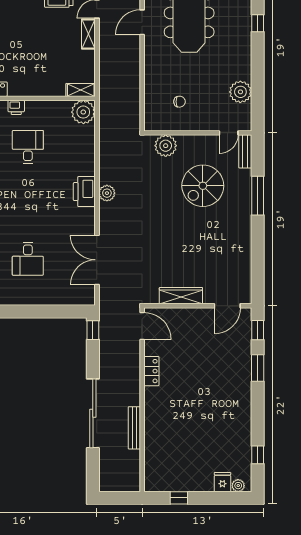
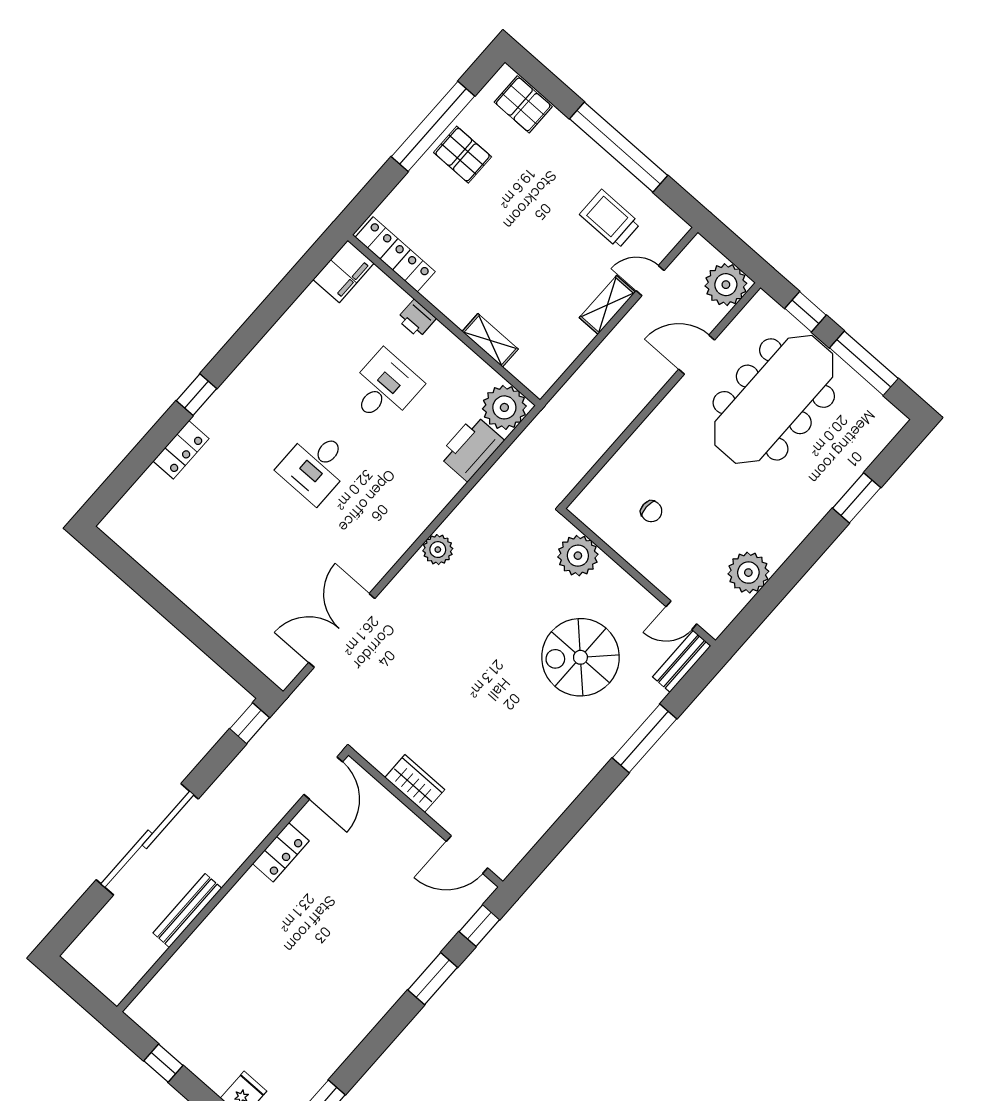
window: (258, 23) -> (857, 498), width x1.50
shelving: (81, 90) -> (490, 340), moved
printer: (84, 192) -> (471, 448), moved
desk: (28, 259) -> (315, 466), moved
wardrobe: (181, 296) -> (415, 784), width x0.67

